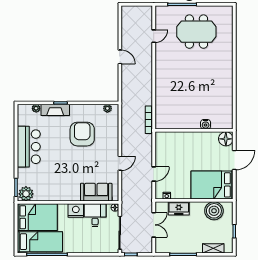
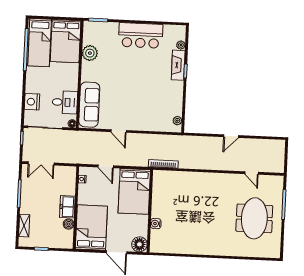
armchair: (82, 134) -> (151, 93), removed
bed: (176, 146) -> (134, 191), added
sofa: (96, 192) -> (89, 105), width x1.36
plant: (26, 194) -> (90, 53), moved
freezer: (179, 208) -> (67, 207), moved
nightstand: (76, 211) -> (32, 102), moved, turned 180
boiler: (214, 211) -> (69, 224), width x0.54, depth x0.54
double door: (154, 225) -> (41, 163), moved

